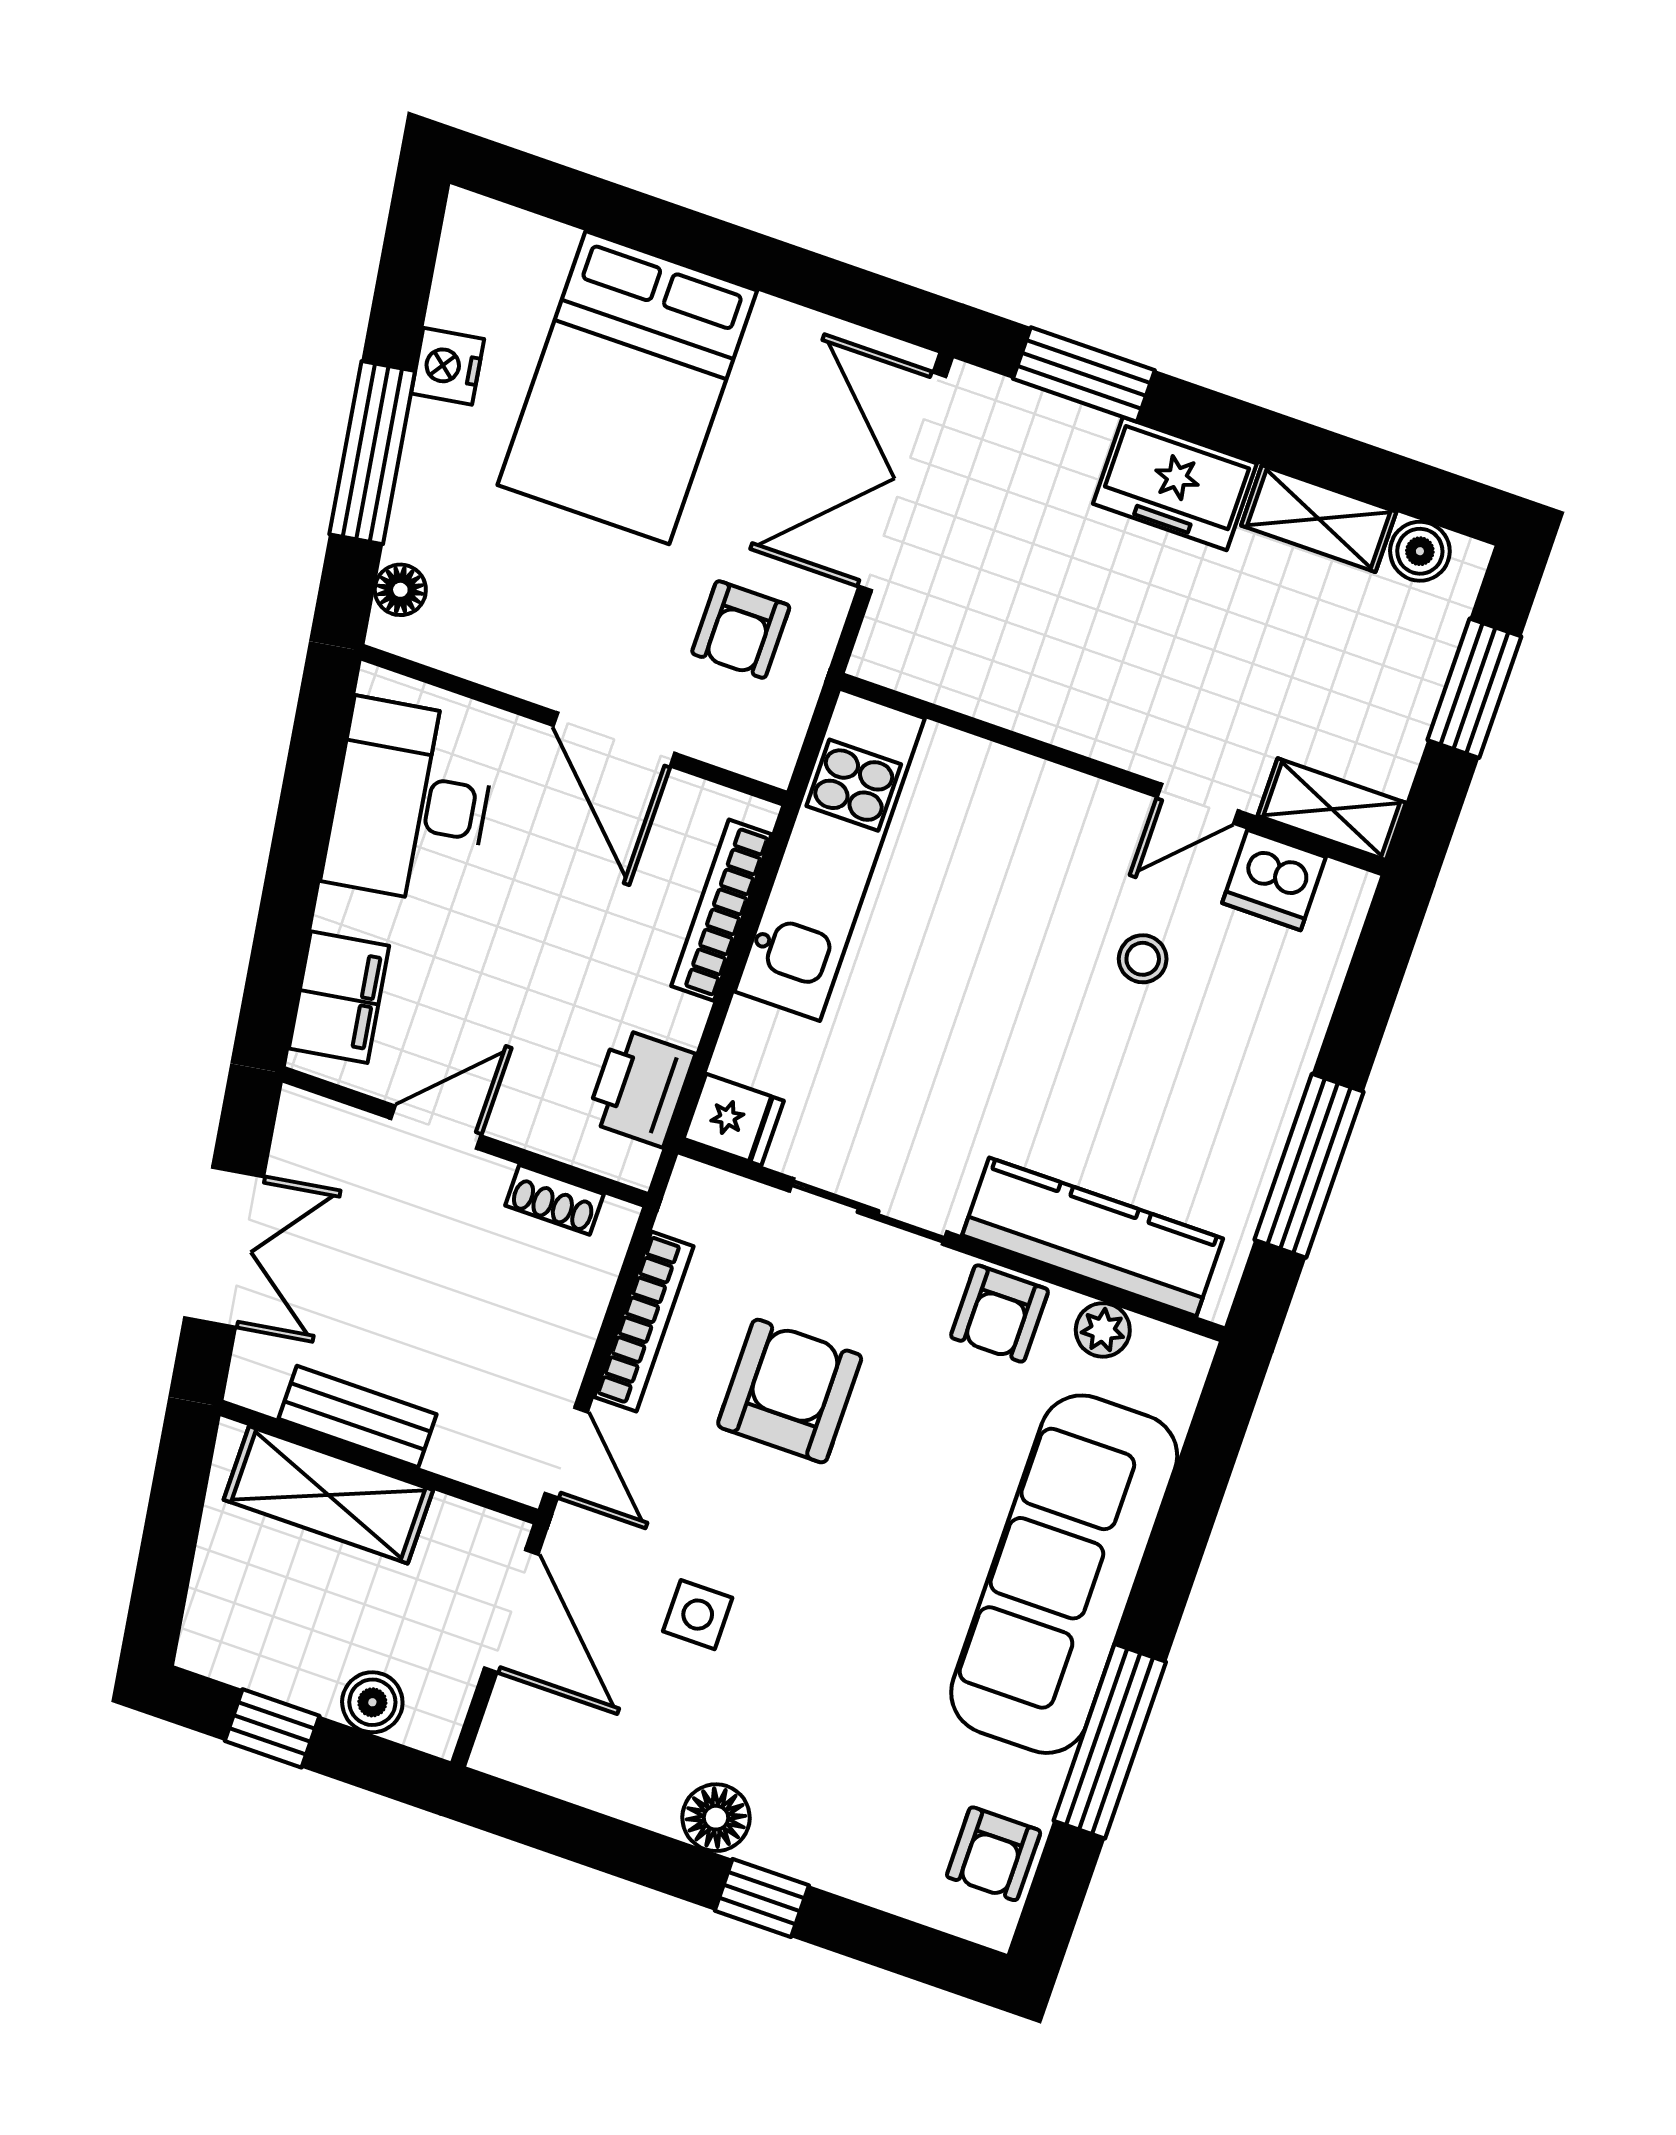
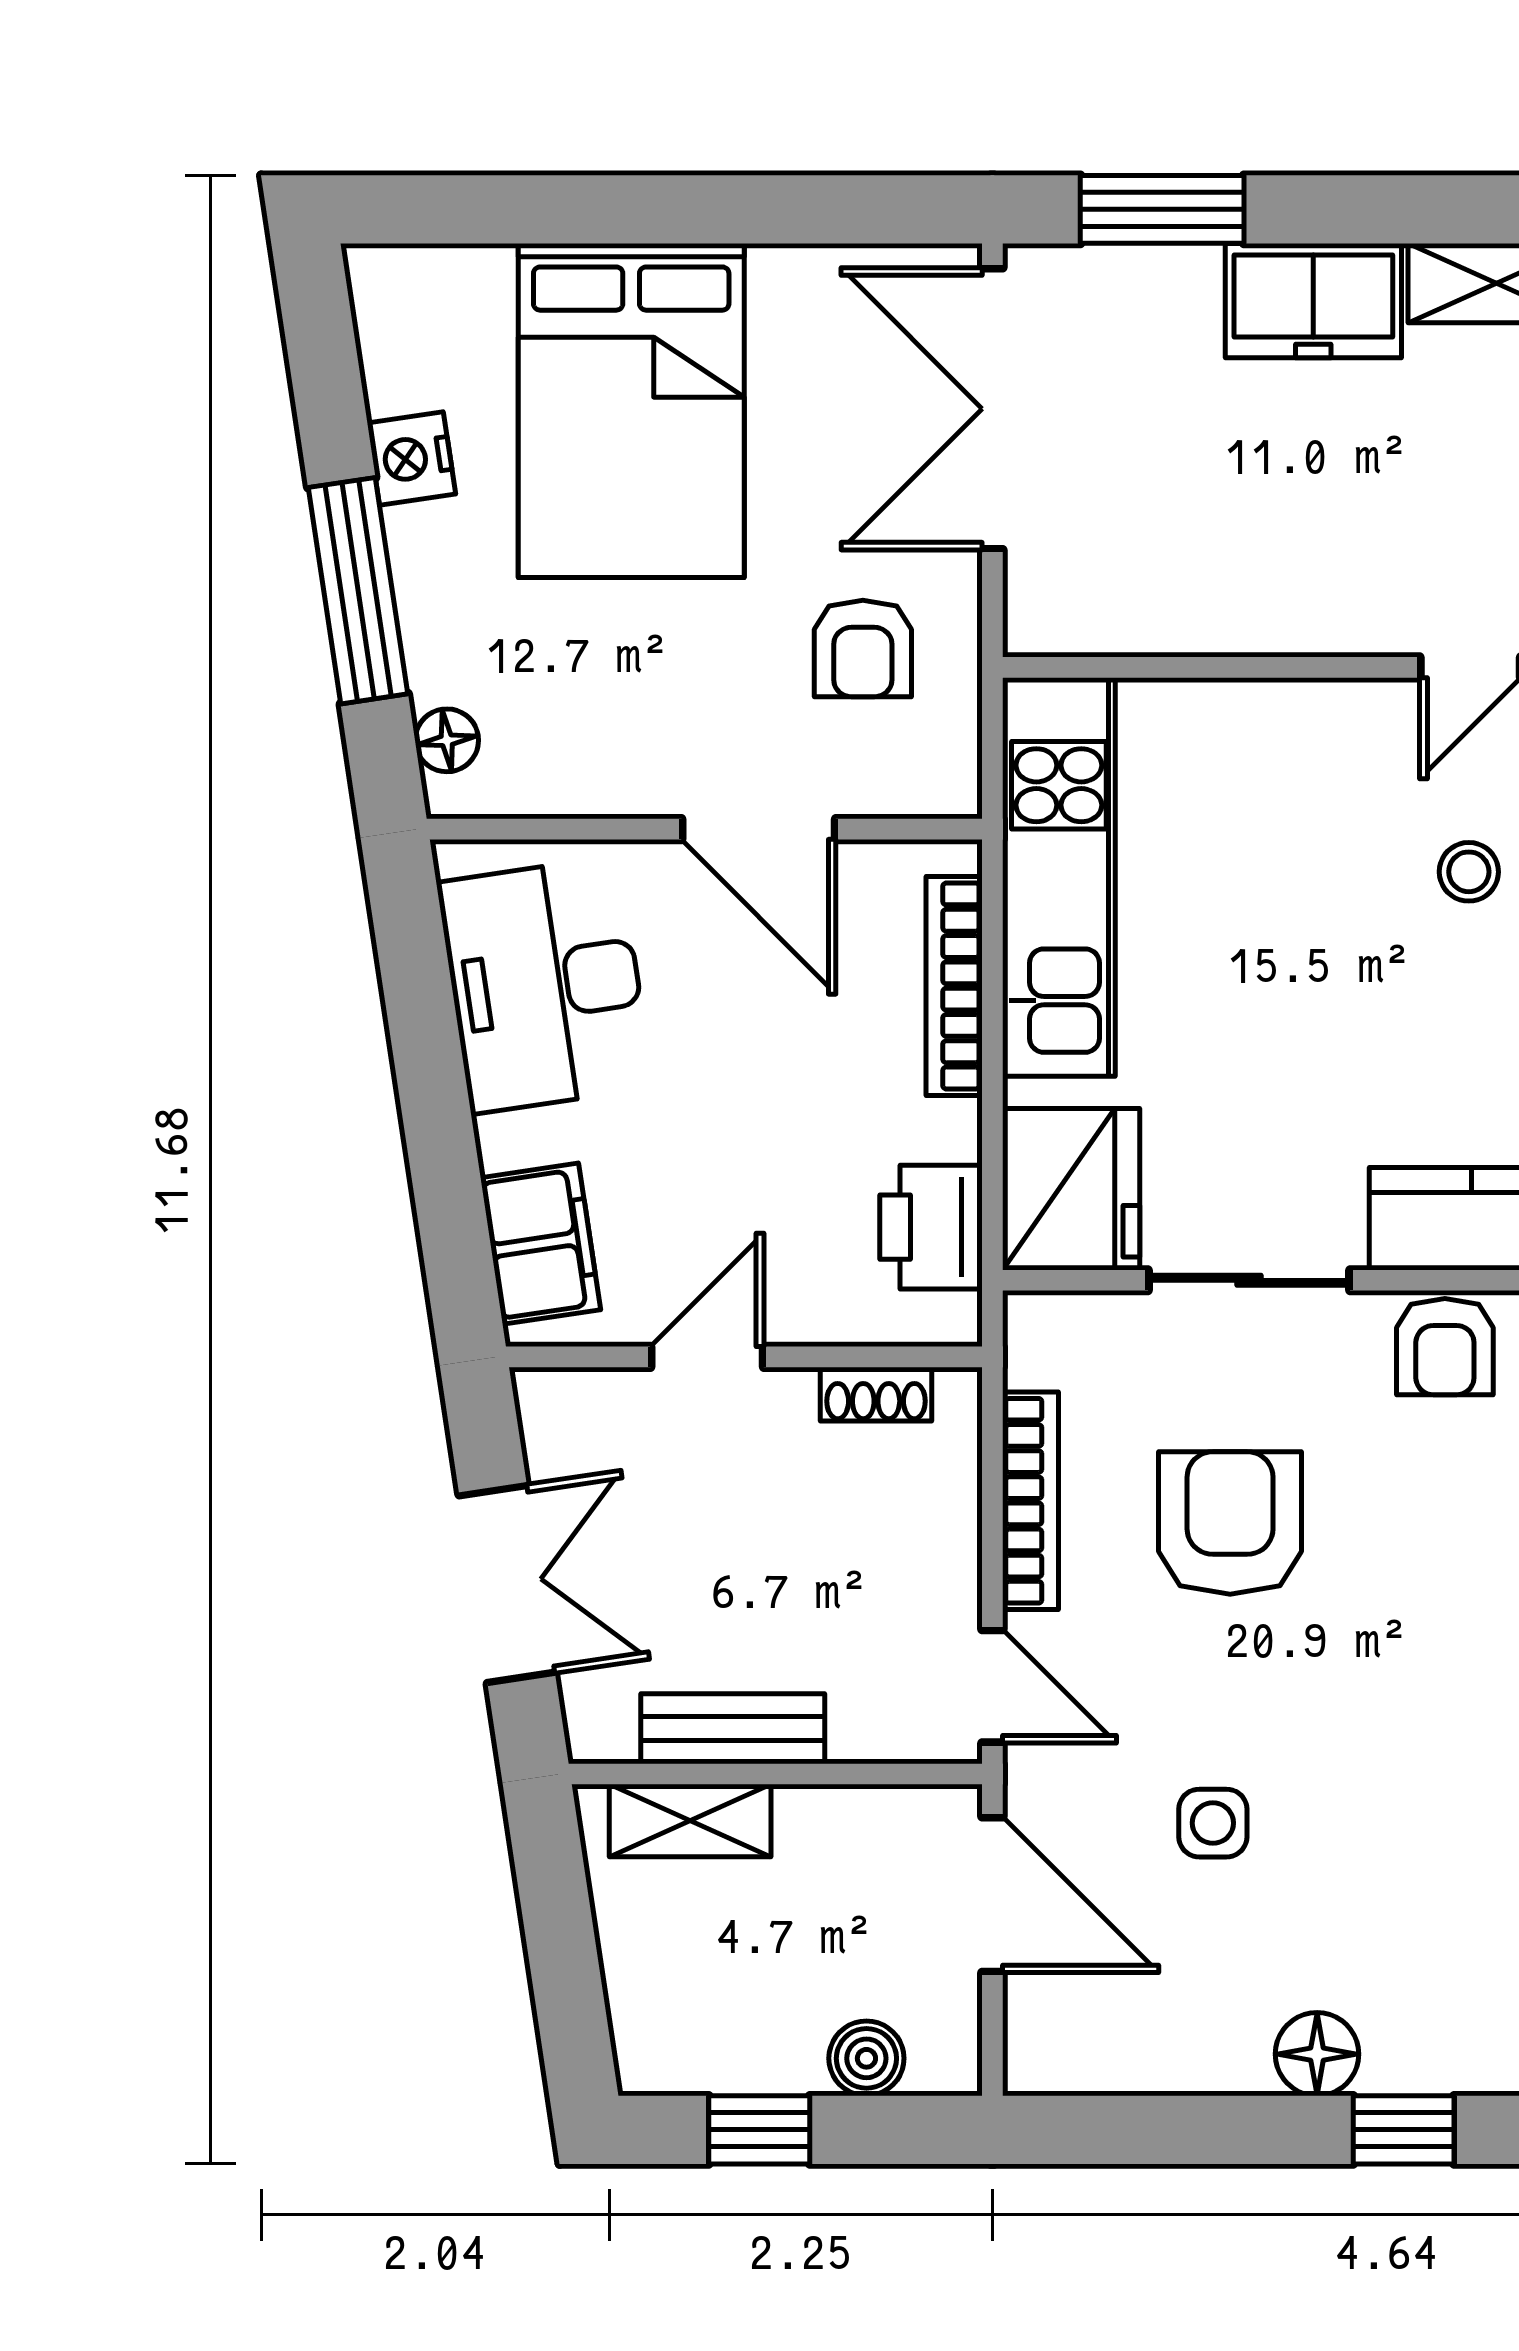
fridge: (734, 1120) -> (1071, 1189), width x1.88, depth x1.34
shelving: (328, 1495) -> (690, 1821), width x0.67, depth x0.75

